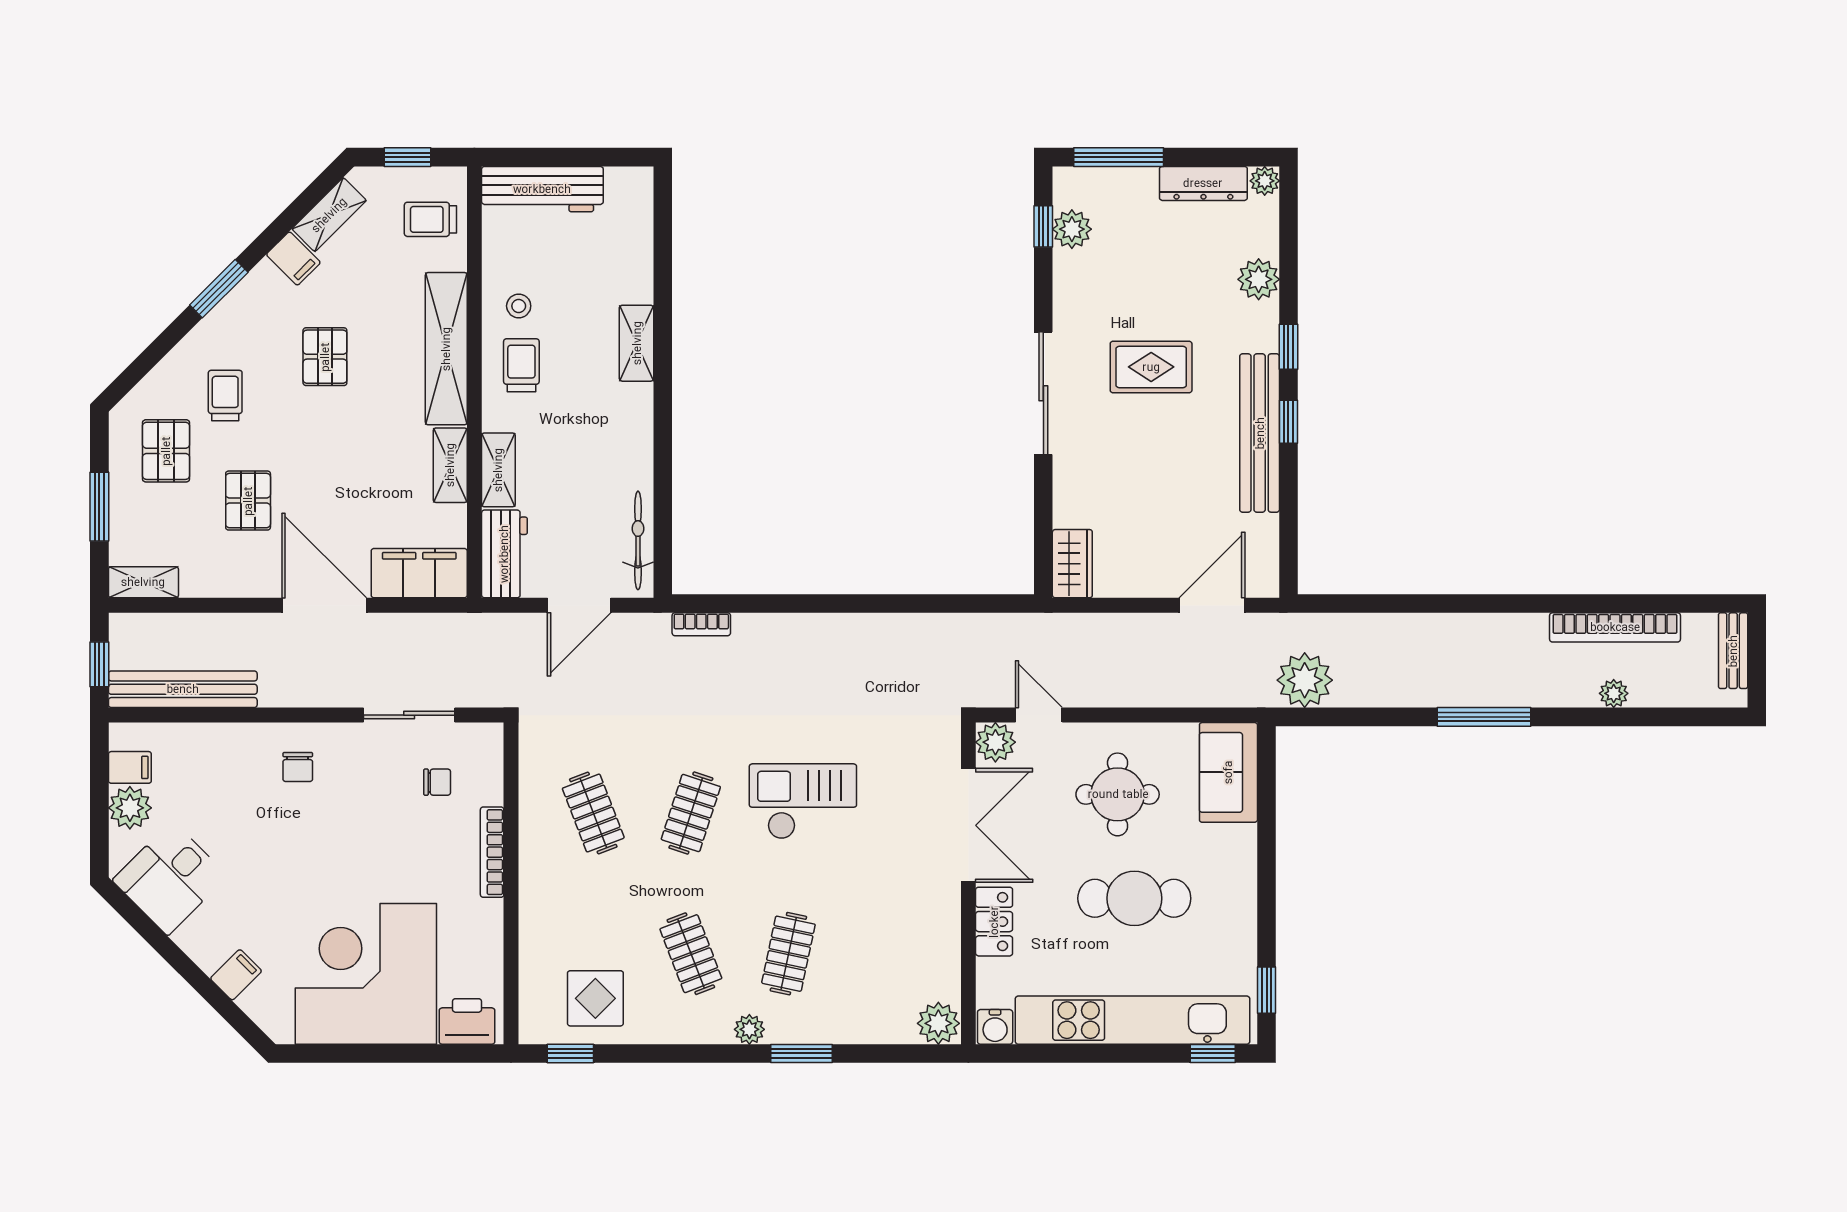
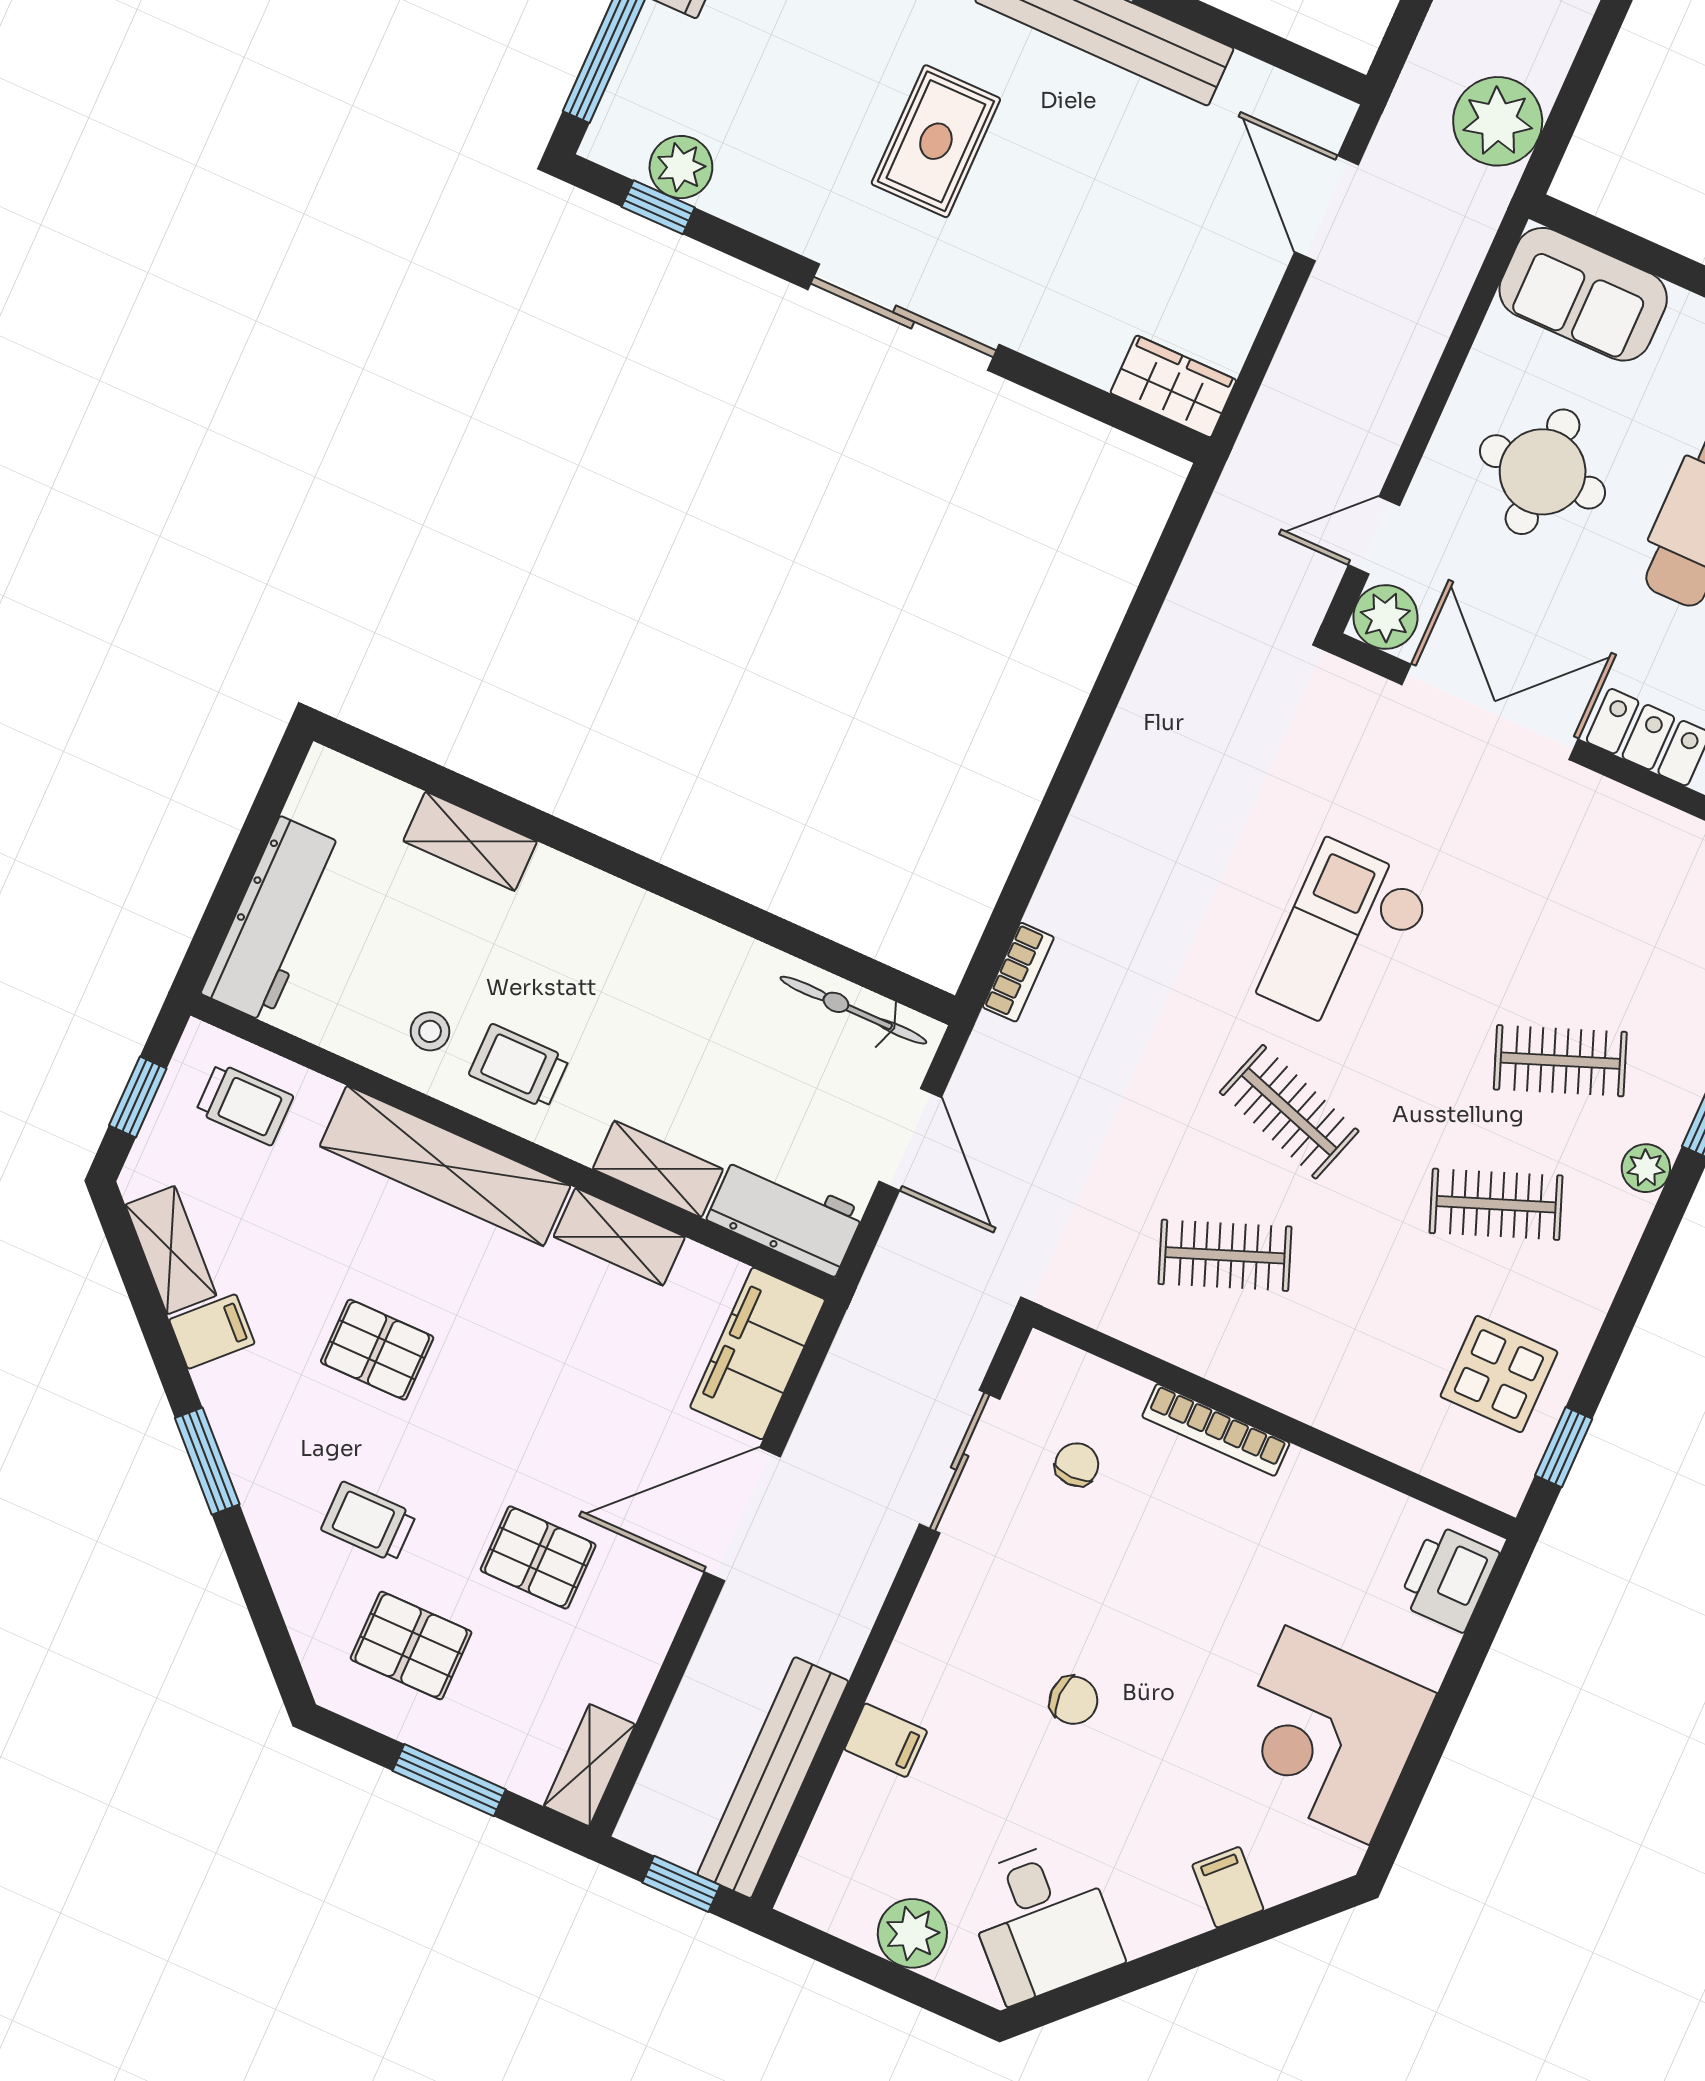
trolley: (430, 219) -> (245, 1104), turned -90
shelving: (637, 343) -> (470, 841), moved
filing cabinet: (130, 767) -> (886, 1740), moved, turned 90
chair: (298, 767) -> (1074, 1700), moved
clothes rail: (788, 954) -> (1560, 1061), turned -33
corner desk: (366, 974) -> (1327, 1735), width x0.74, depth x0.74

